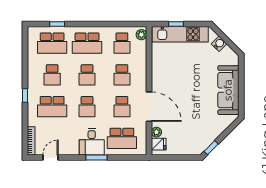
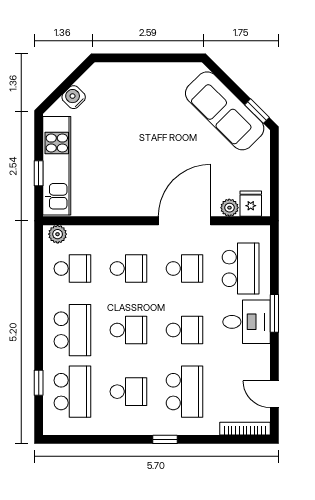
sofa: (228, 90) -> (225, 111), moved, turned 45

